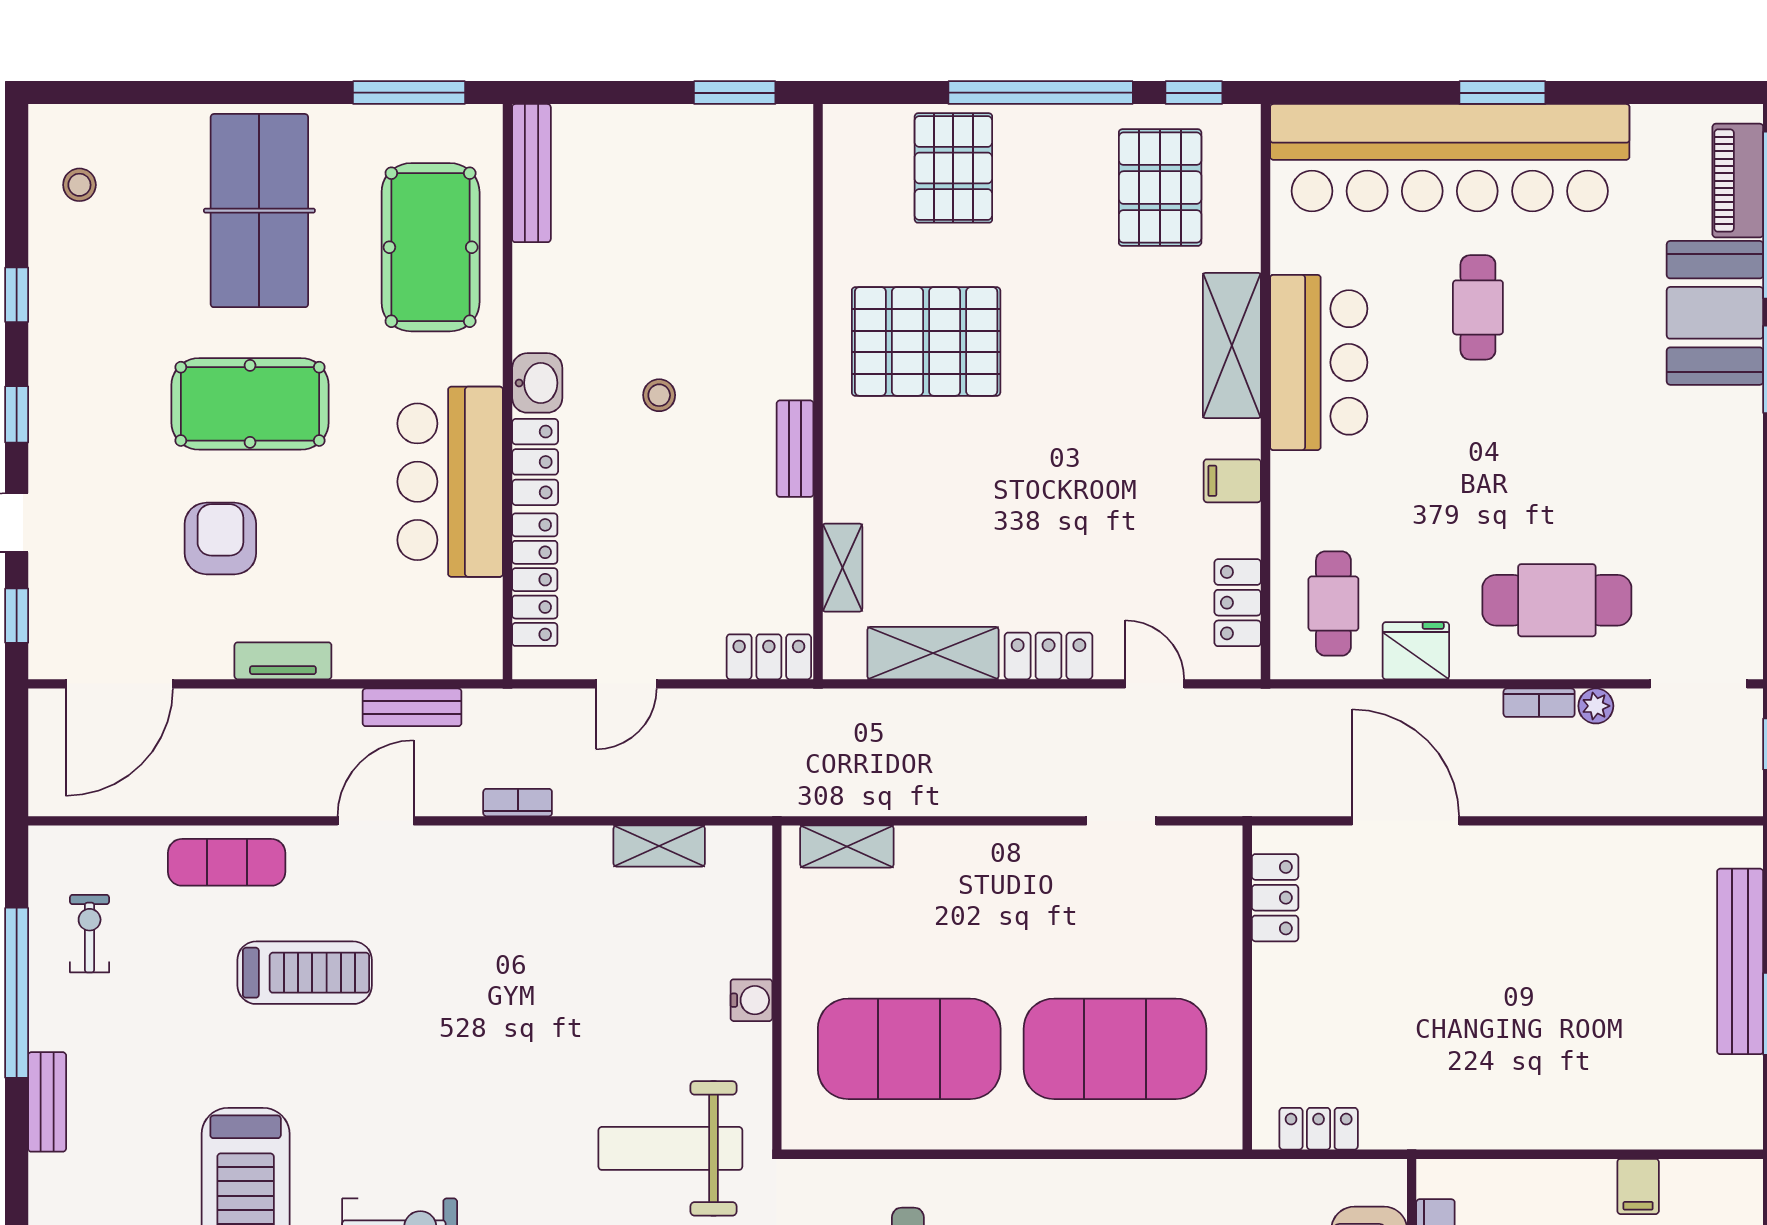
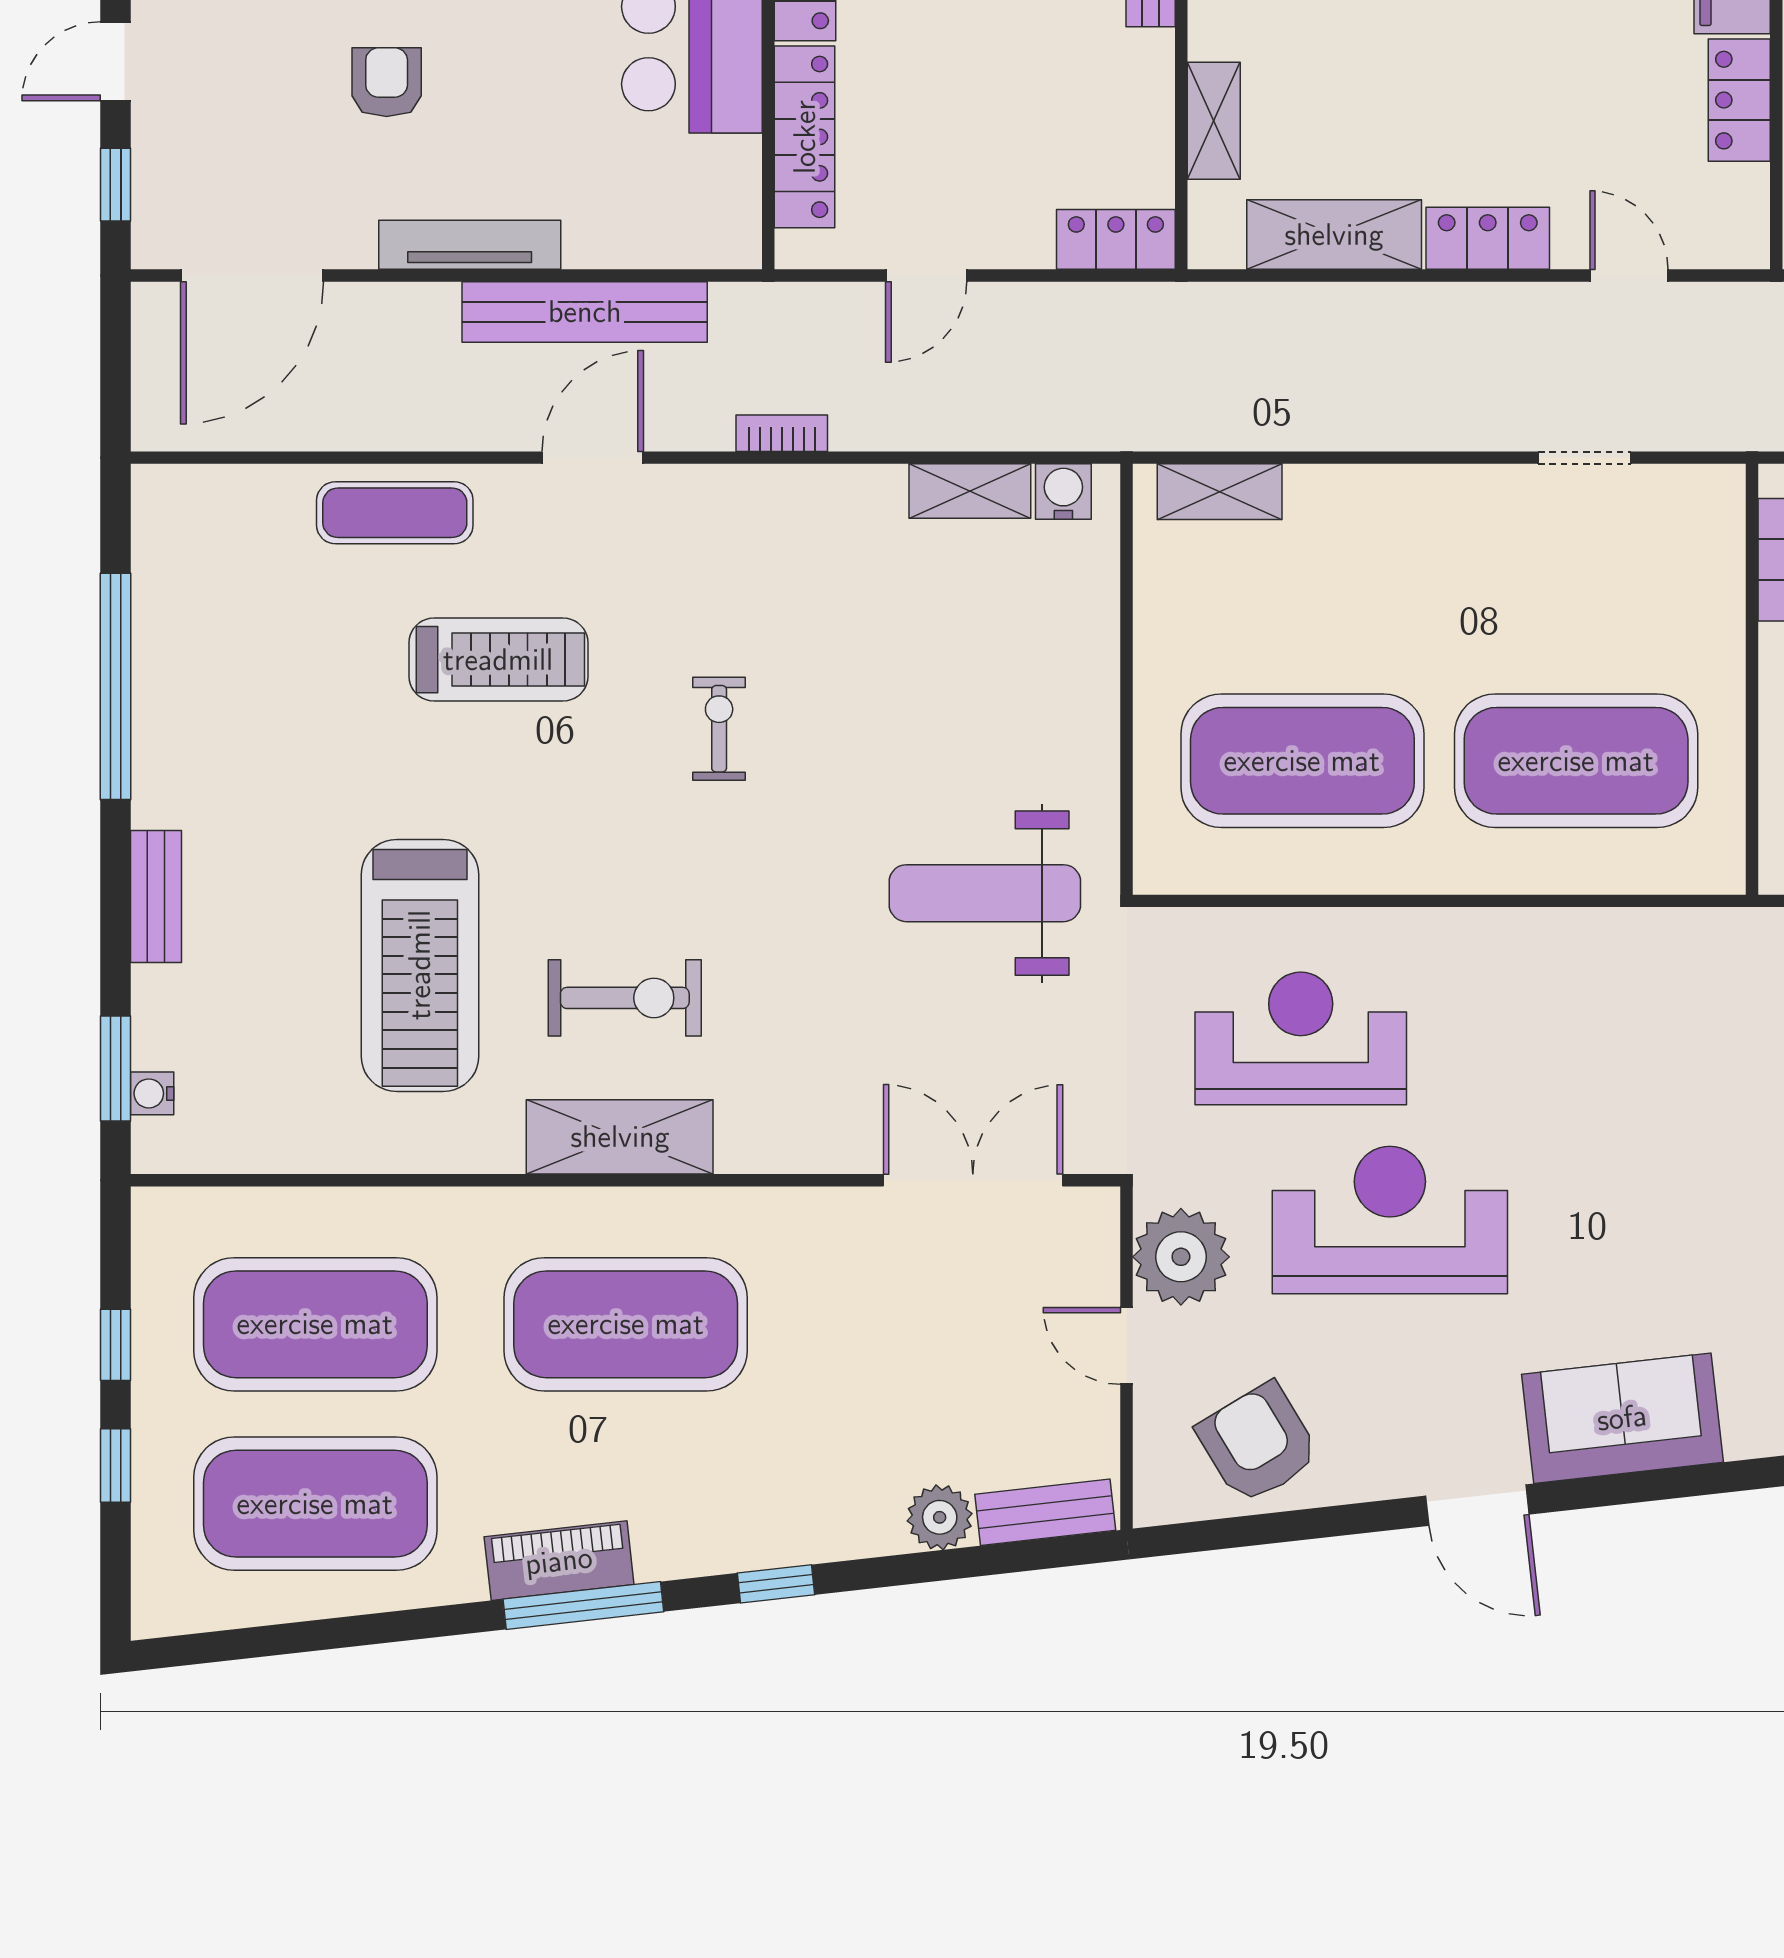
armchair: (220, 538) -> (387, 82), width x0.72, depth x0.72
locker: (1238, 603) -> (1739, 100), moved
tv unit: (283, 661) -> (470, 245), width x1.41
bench: (412, 707) -> (585, 312), width x1.86, depth x1.21
exercise bike: (90, 934) -> (719, 729), moved
water cooler: (751, 1000) -> (1063, 492), moved, turned -90
bench: (47, 1102) -> (156, 896), moved

